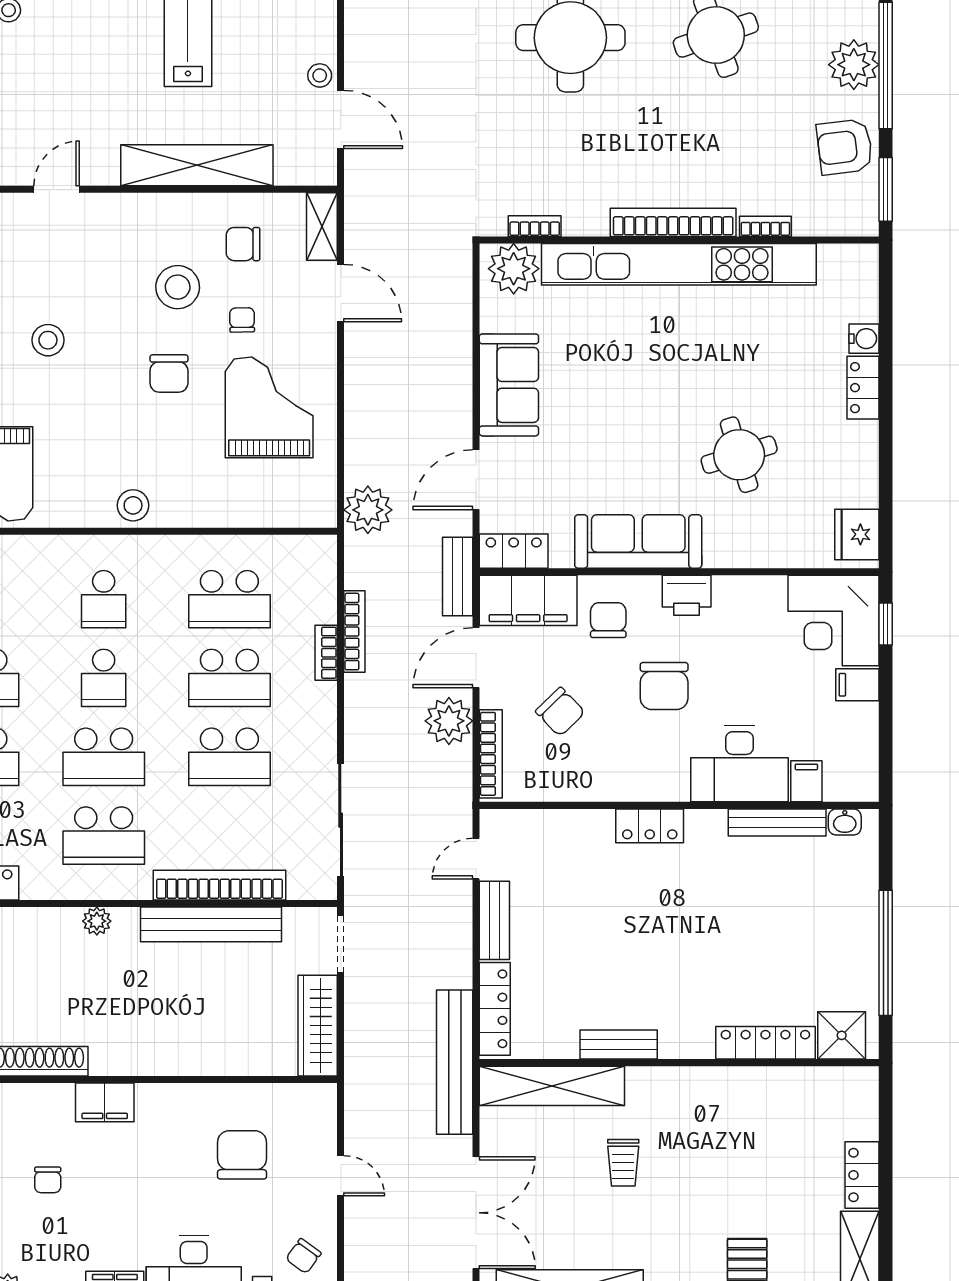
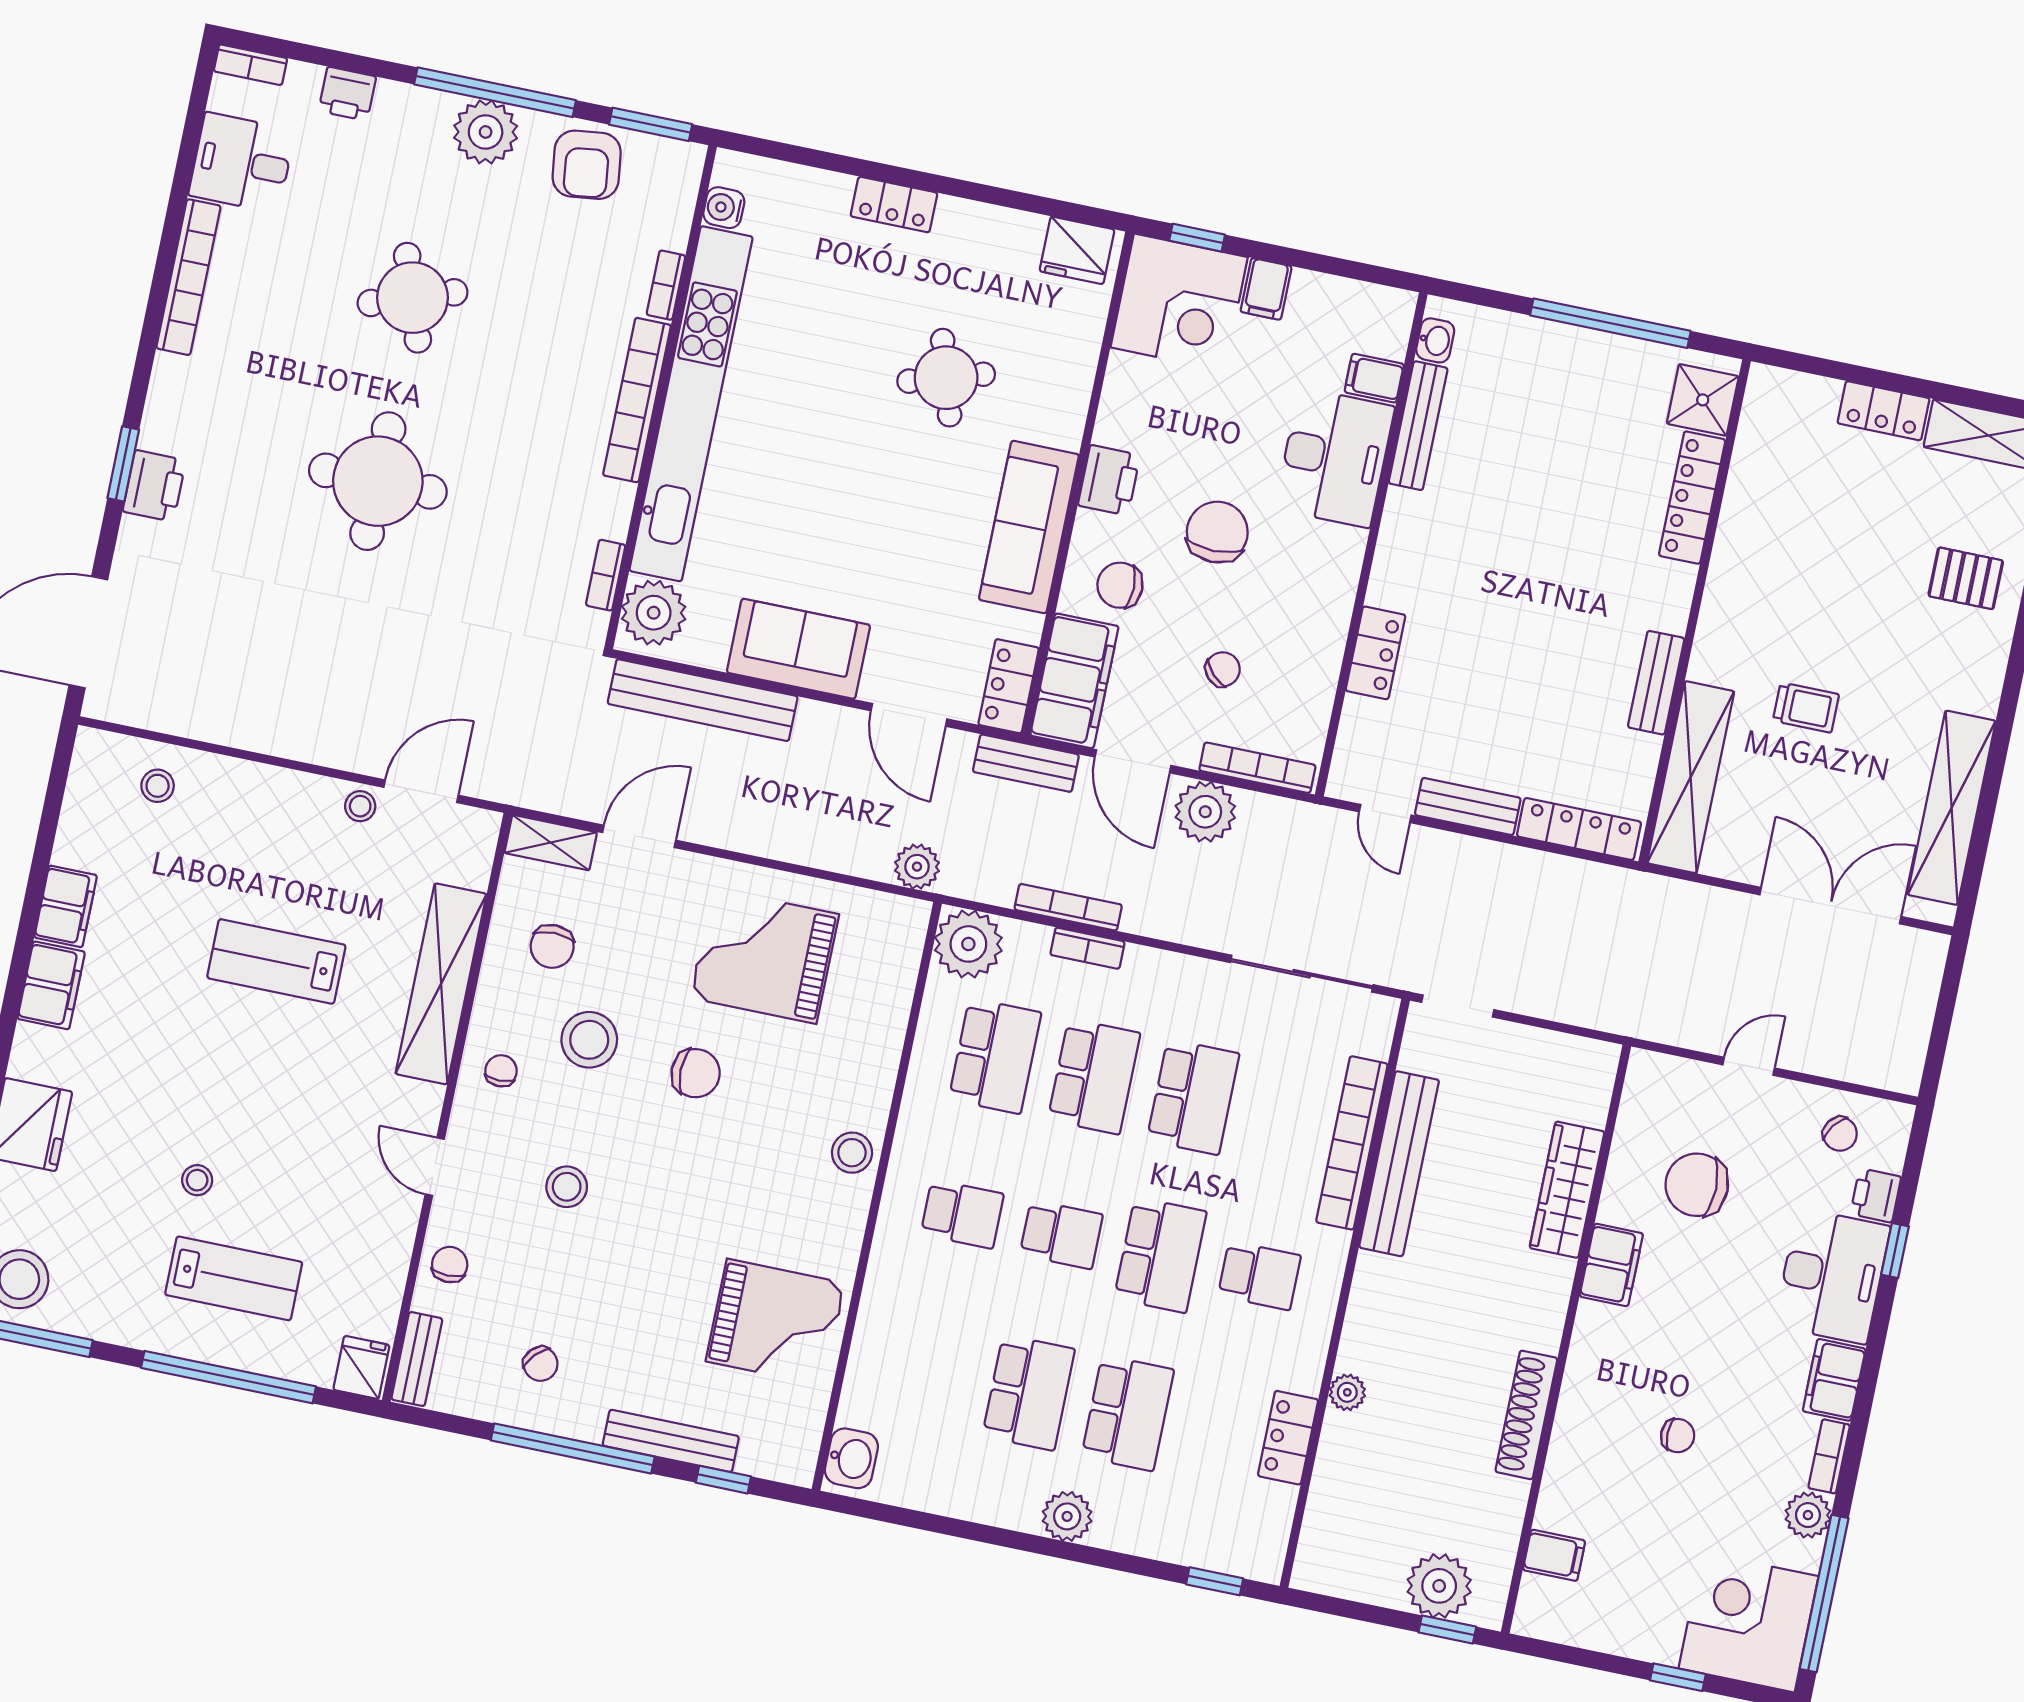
chair: (242, 320) -> (501, 1071), moved, turned 91
water cooler: (864, 339) -> (724, 208), moved, turned -90
stool: (48, 340) -> (567, 1187), moved
plant: (368, 510) -> (917, 867), width x0.73, depth x0.73
plant: (311, 561) -> (968, 944), added
chair: (664, 686) -> (1217, 532), turned -90
chair: (560, 712) -> (1223, 669), width x0.73, depth x0.73
locker: (650, 826) -> (1376, 653), moved
school desk: (104, 836) -> (1259, 1276), width x0.54
plant: (97, 921) -> (1347, 1392), moved
wardrobe: (318, 1026) -> (1567, 1190), moved, turned 90
bench: (455, 1062) -> (703, 700), moved
filing cabinet: (105, 1102) -> (1611, 1265), moved

